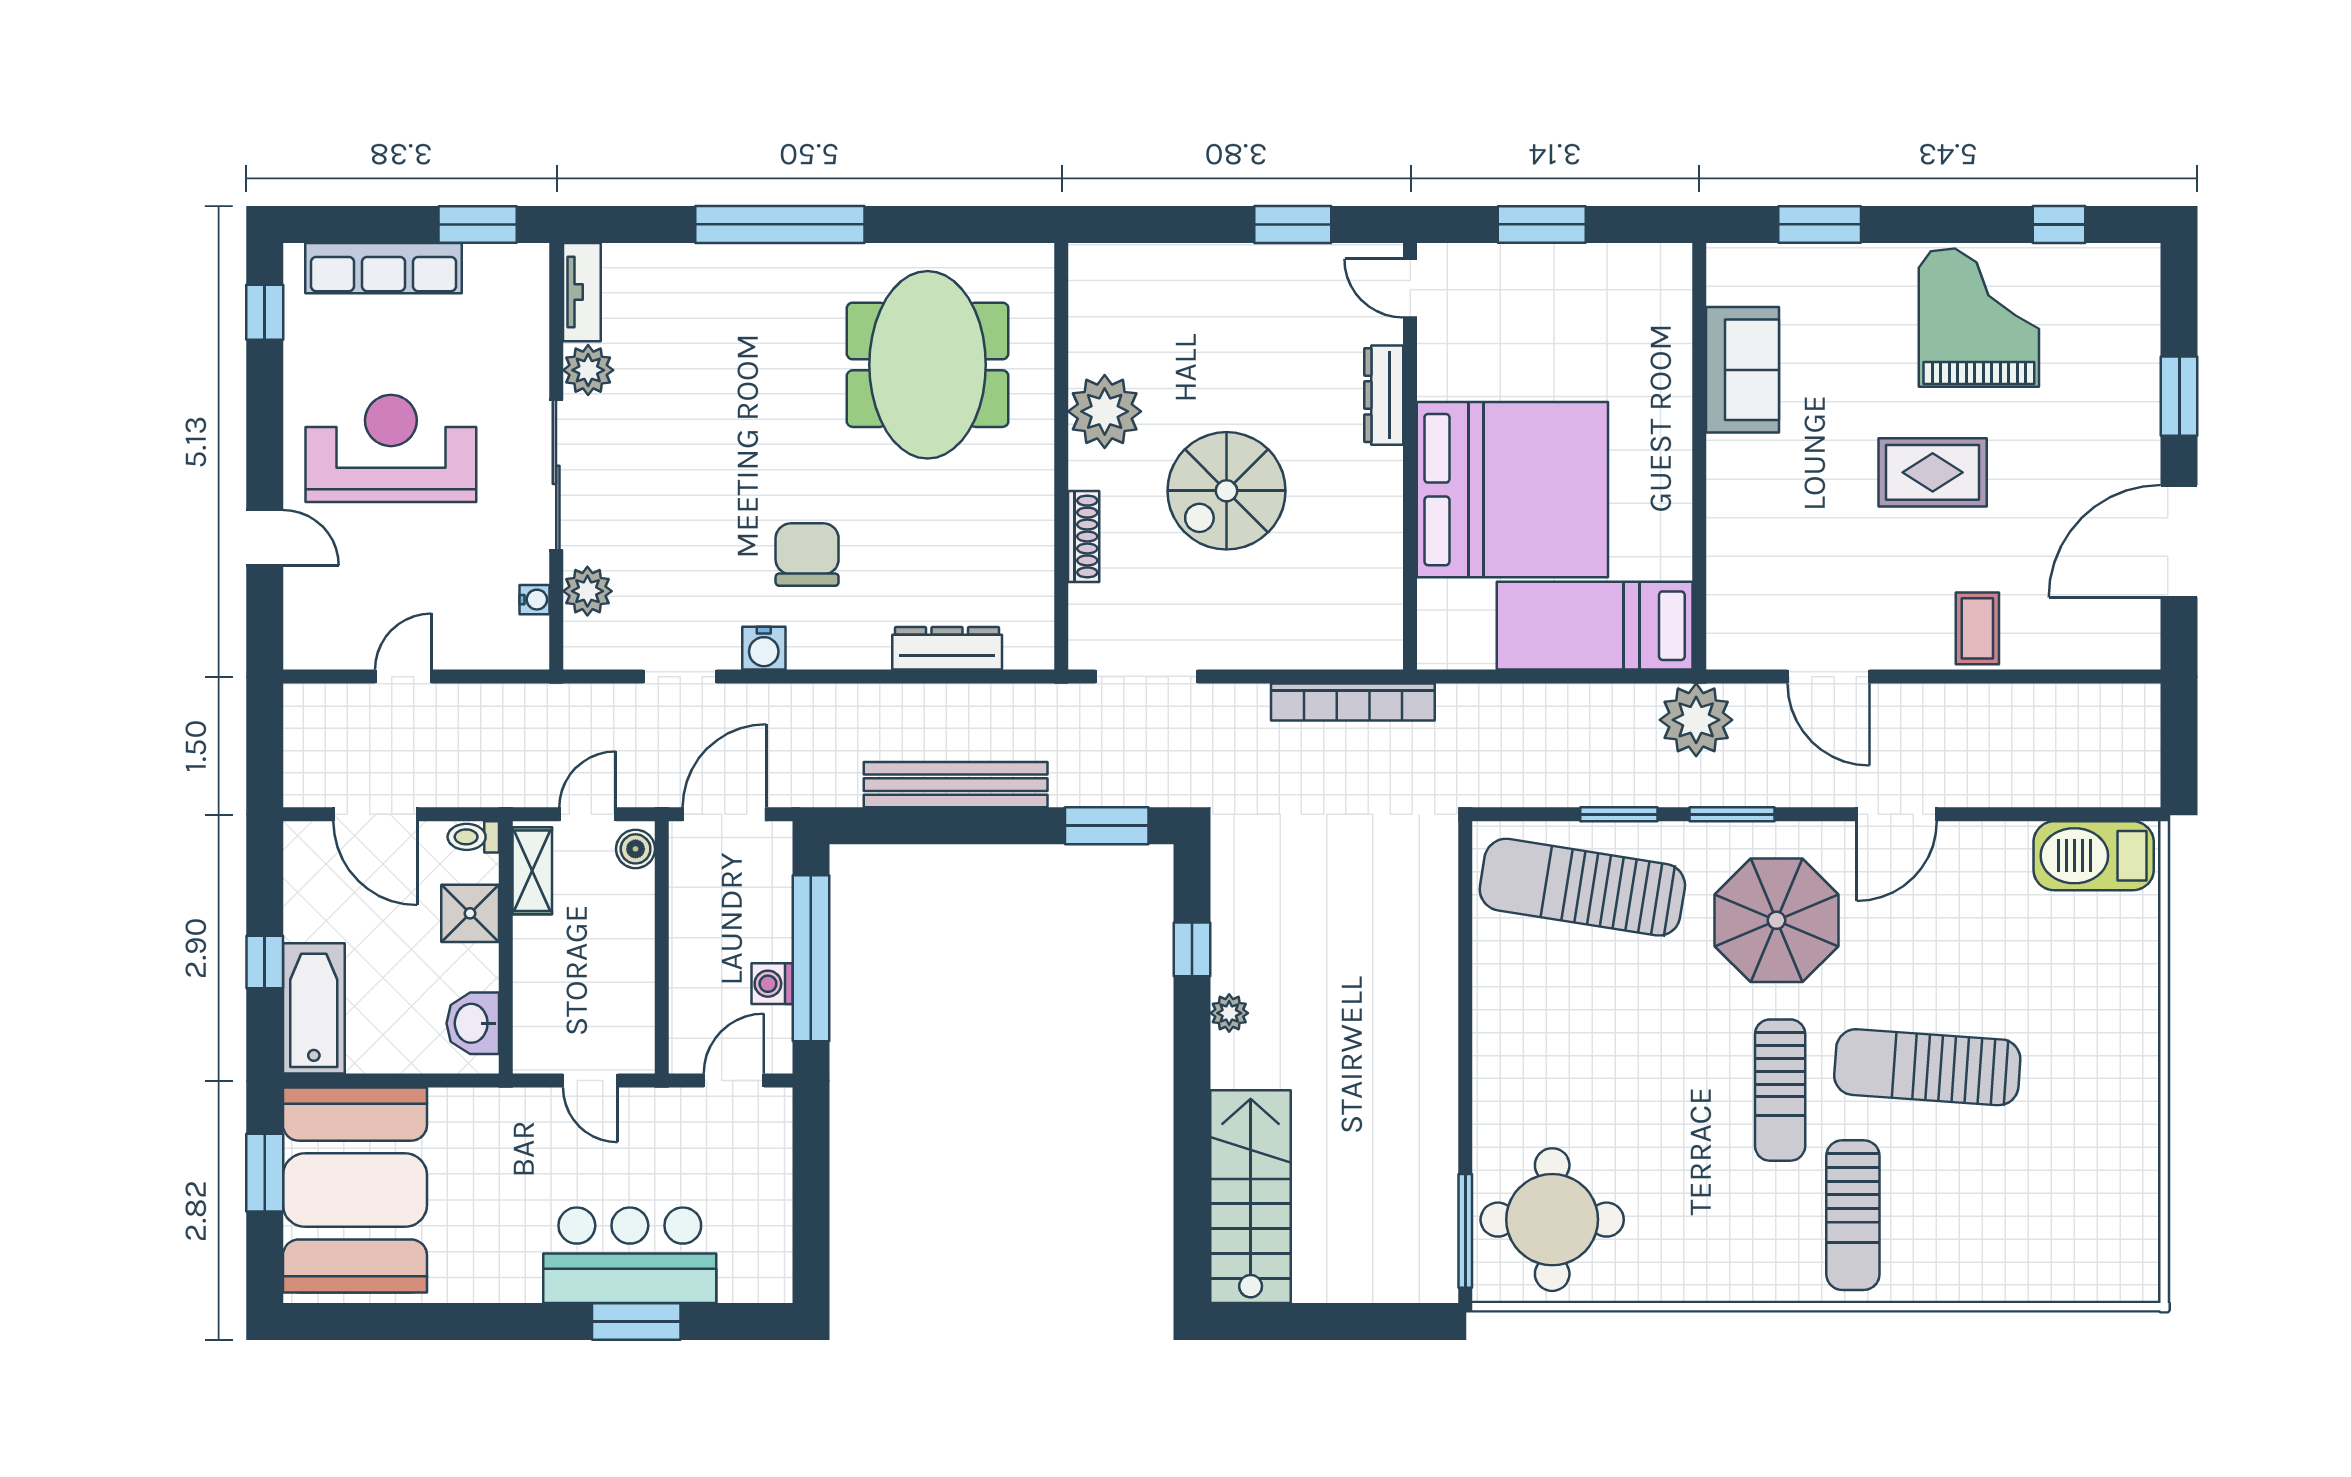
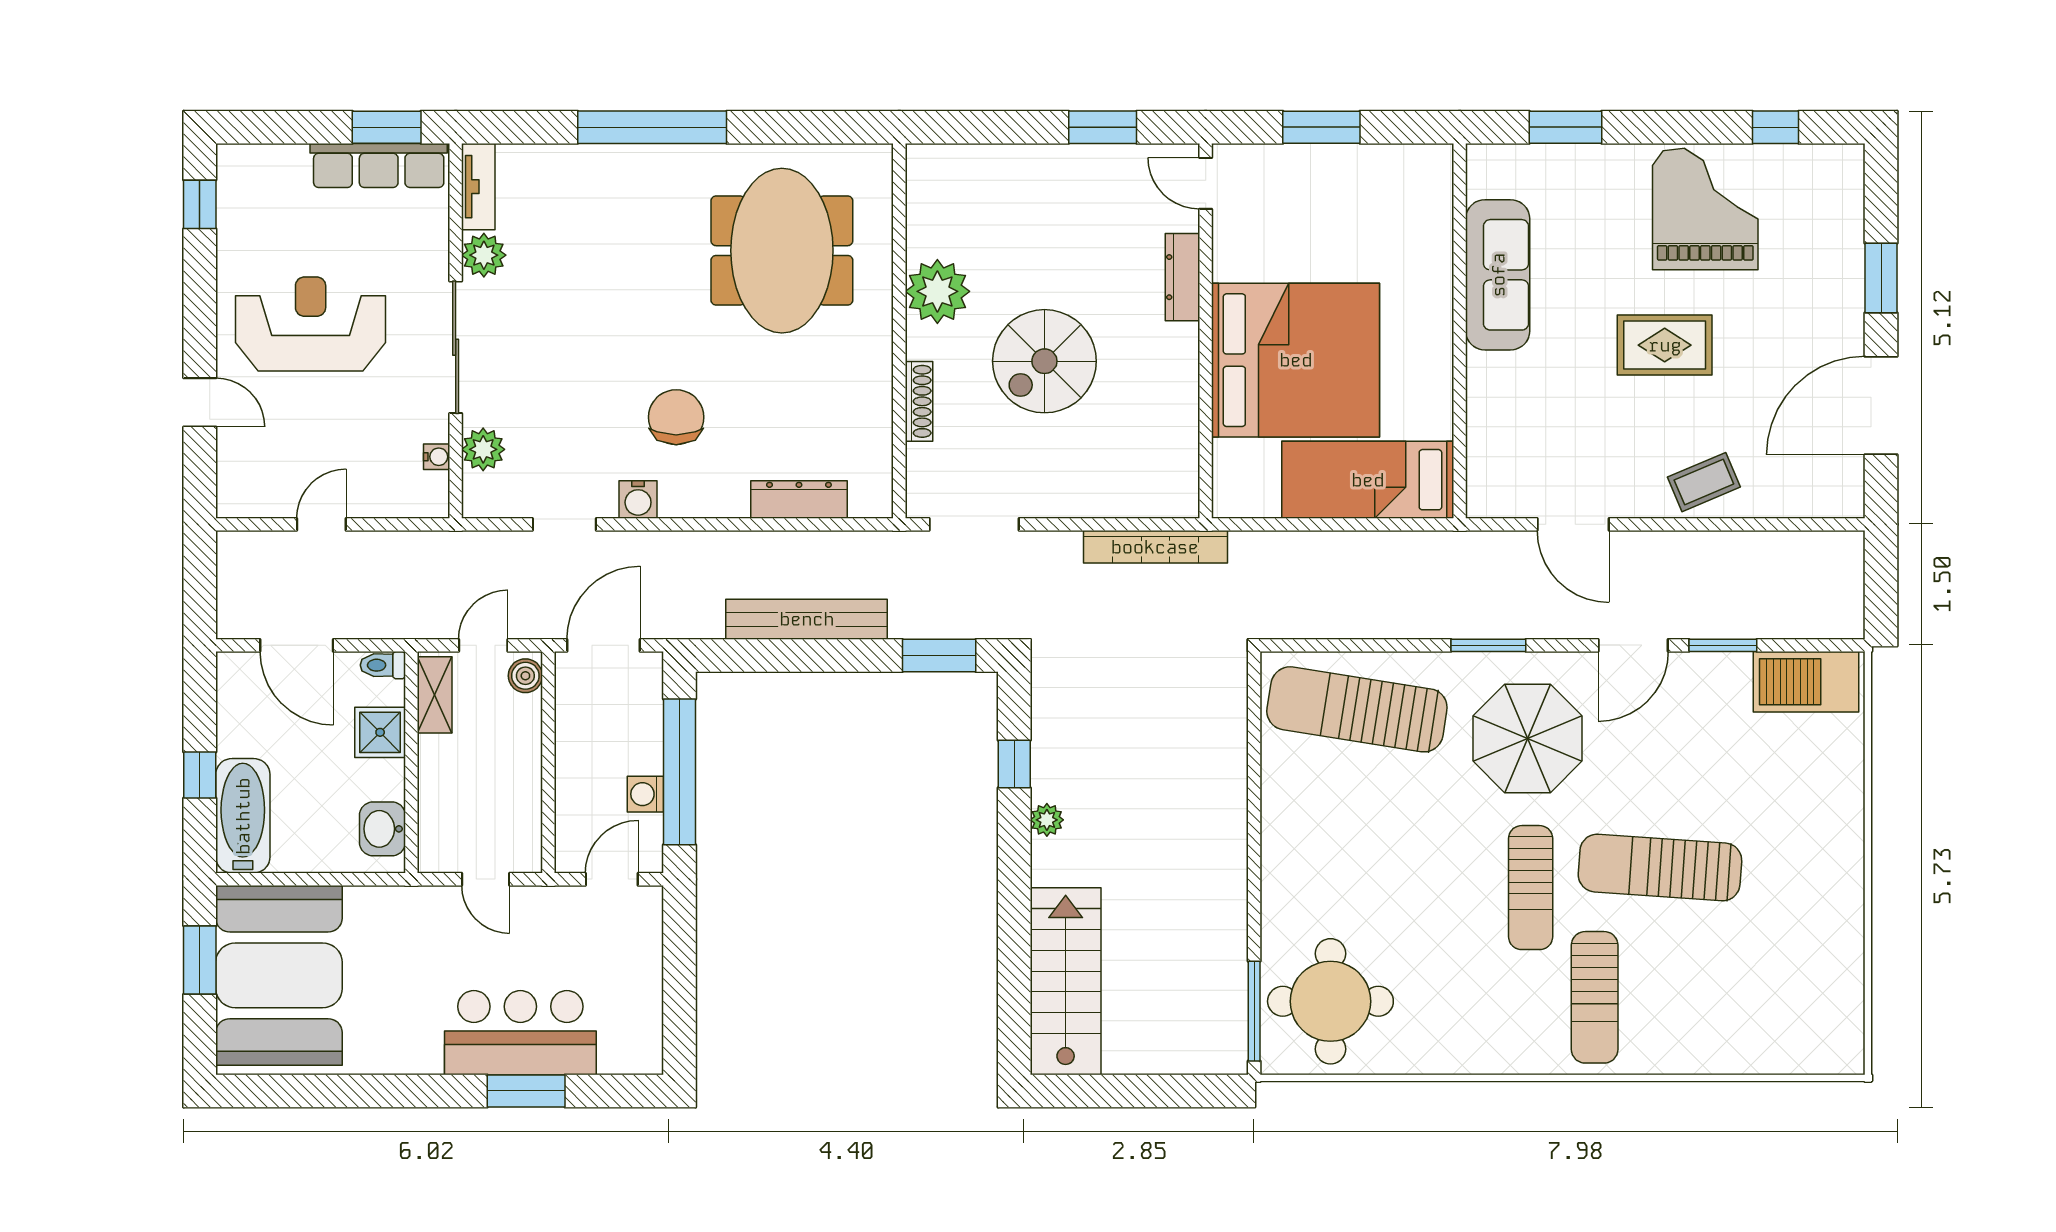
row of seats: (384, 268) -> (379, 166), moved
sofa: (1743, 370) -> (1498, 275), width x1.36
coffee table: (1977, 628) -> (1704, 482), turned 67
plant: (1696, 720) -> (1457, 562), removed
window: (1619, 814) -> (1723, 645), moved

